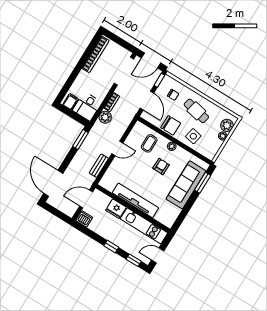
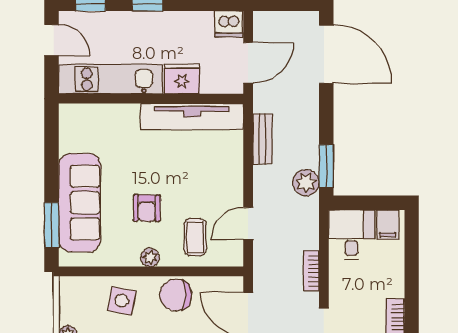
plant: (105, 117) -> (306, 183), moved
door: (117, 148) -> (248, 224), moved
tv unit: (135, 200) -> (192, 116), moved
door: (158, 255) -> (52, 40), hinge flipped

